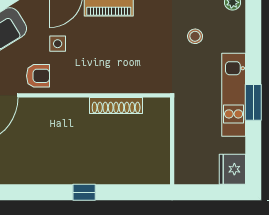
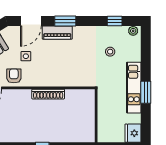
armchair: (38, 76) -> (14, 76), turned -90
shoe rack: (116, 105) -> (48, 94), moved

